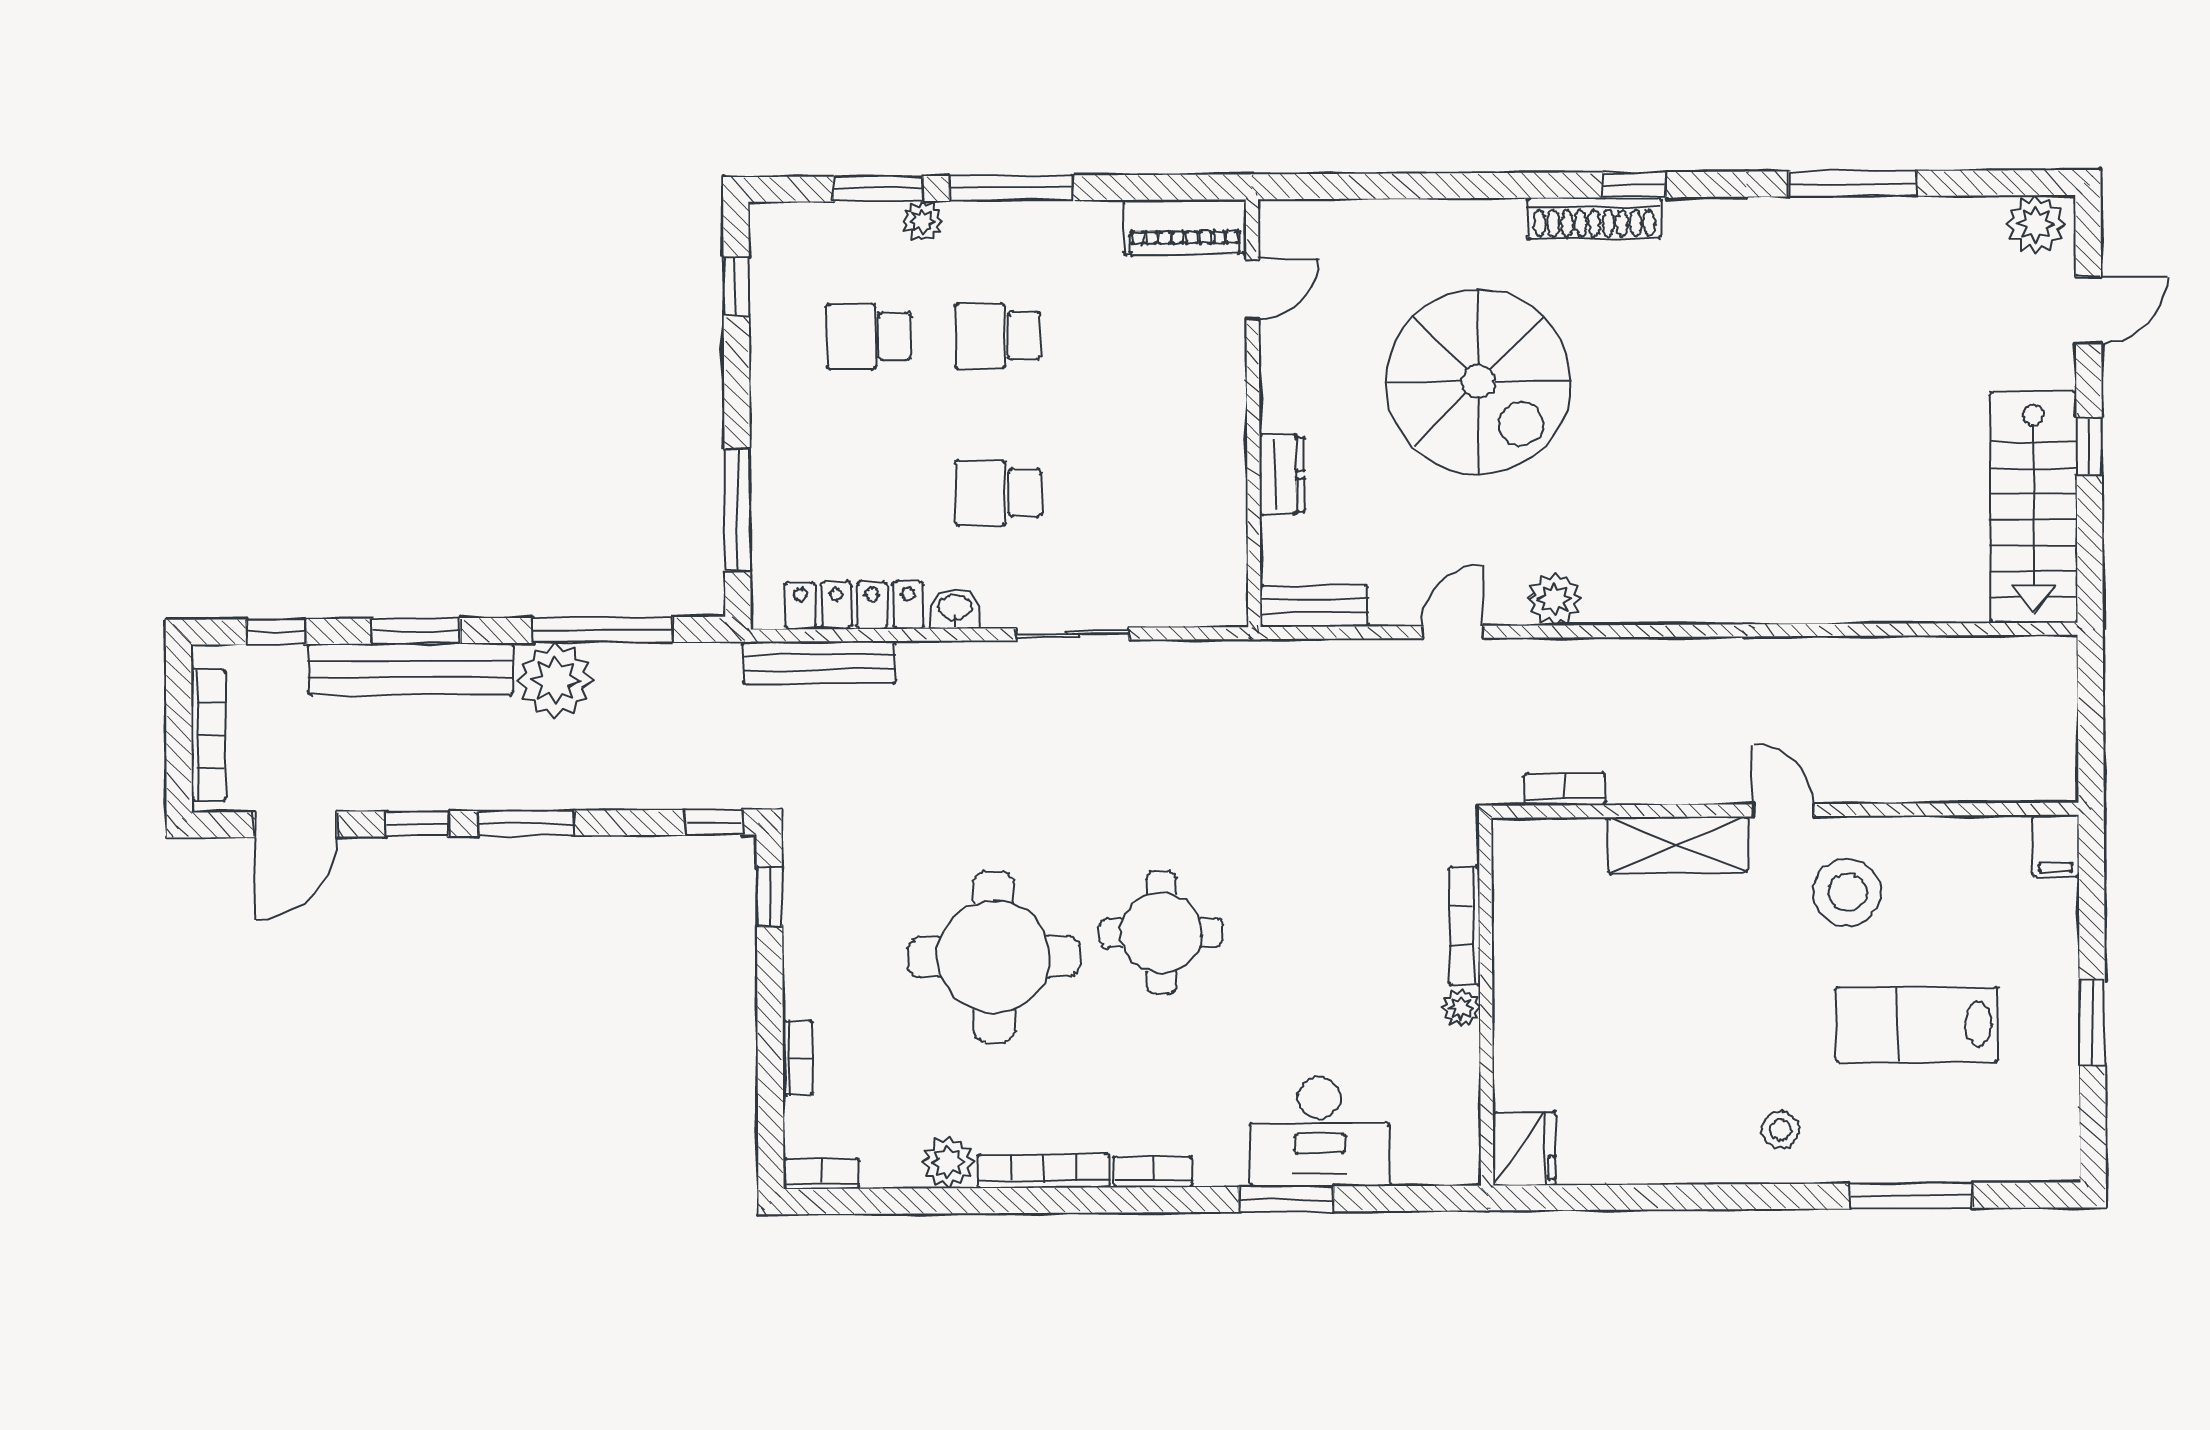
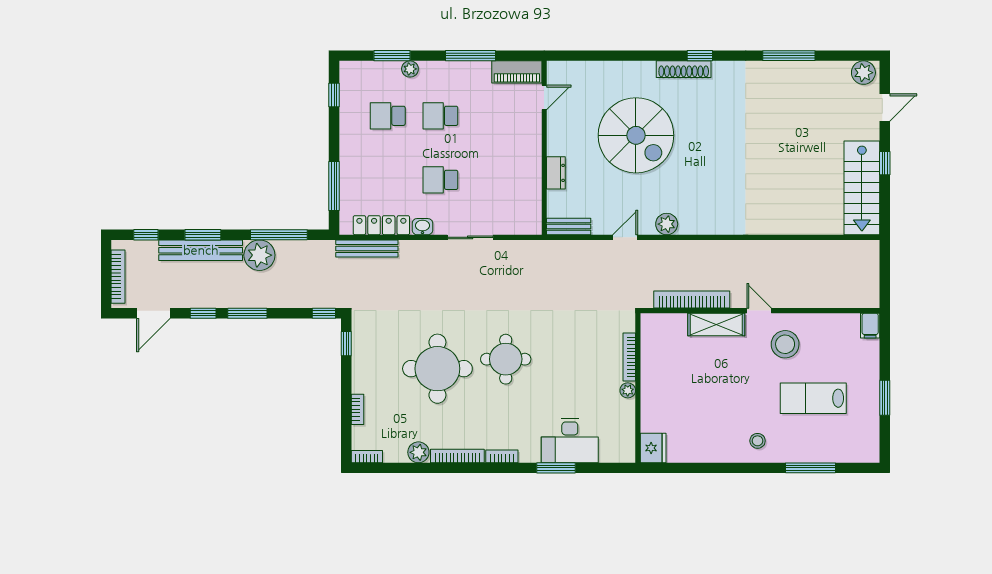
window: (1011, 188) -> (470, 56), moved
bookcase: (1565, 789) -> (692, 300), width x2.31, depth x1.31

